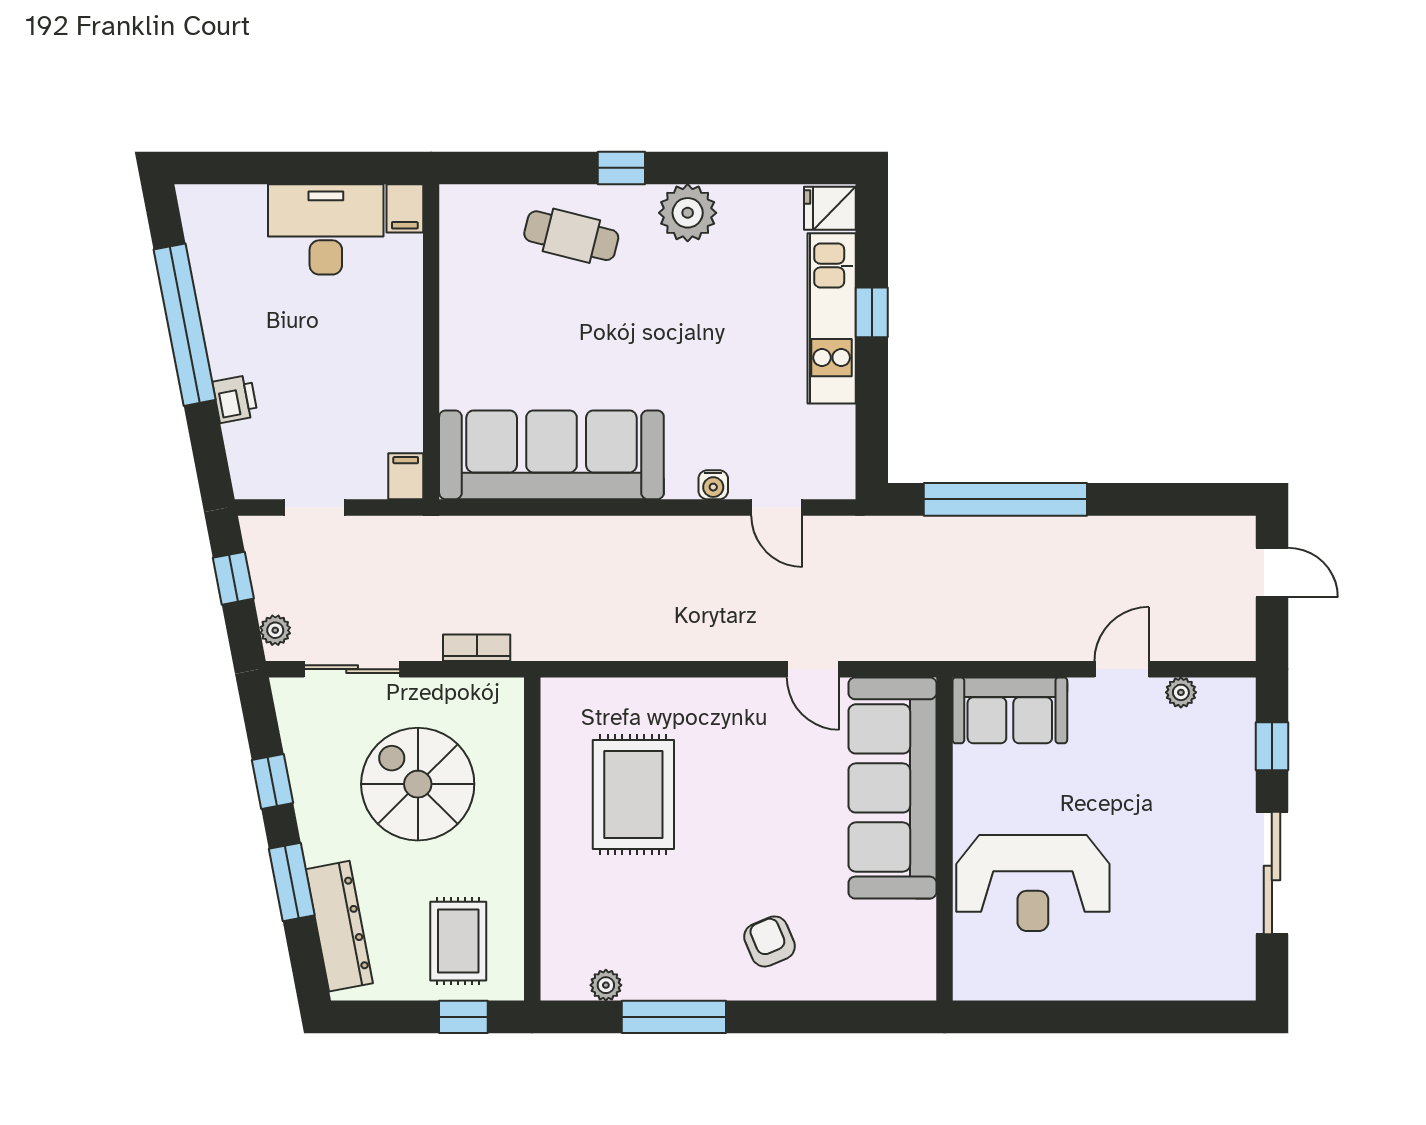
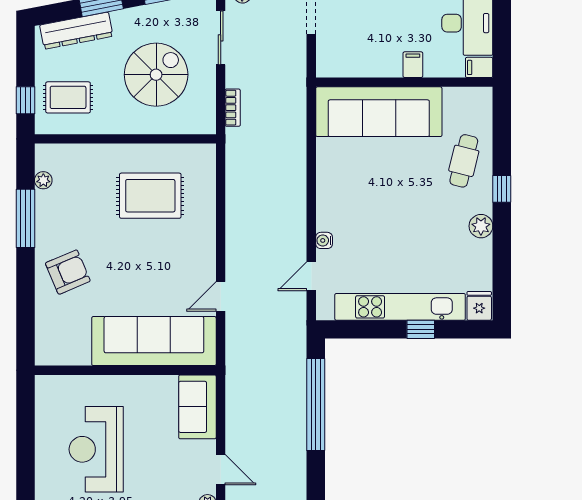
plant: (688, 213) -> (481, 226), width x0.73, depth x0.73
kitchen unit: (832, 318) -> (400, 307), width x1.36
sofa: (551, 455) -> (379, 112), moved, turned 90
filing cabinet: (406, 476) -> (413, 65), moved, turned -90
reception desk: (1033, 883) -> (96, 449), moved
armchair: (770, 941) -> (68, 272), width x1.38, depth x1.38

